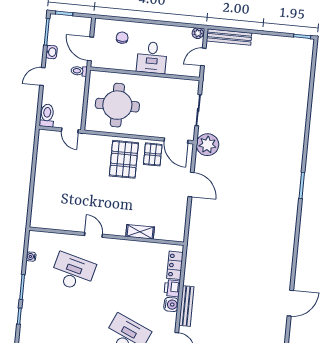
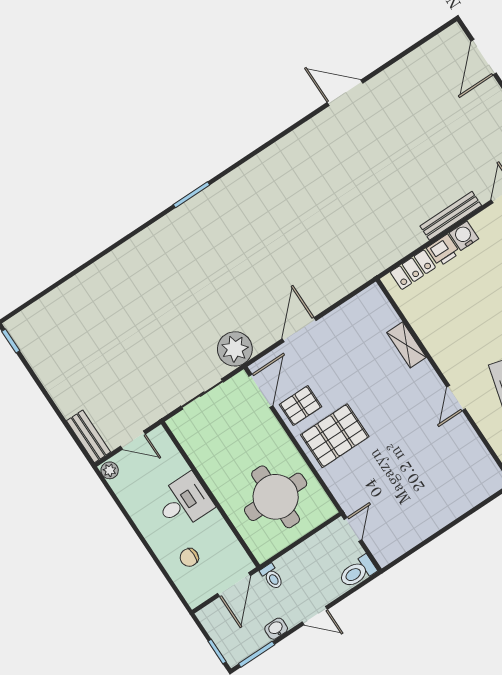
bench: (229, 37) -> (88, 436), width x0.73

